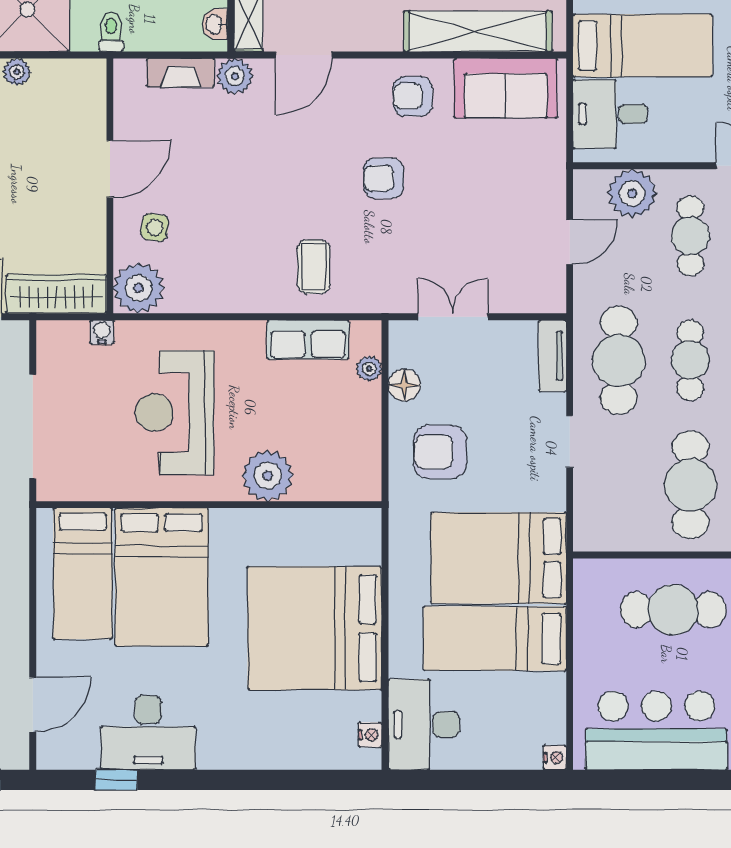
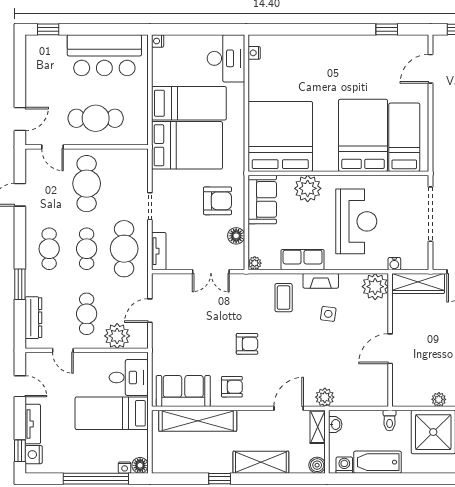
fireplace: (181, 73) -> (321, 281), moved, turned 180
side table: (155, 227) -> (328, 314), moved
row of seats: (308, 340) -> (303, 260), moved
plant: (369, 369) -> (255, 263), moved
sofa: (355, 455) -> (262, 199), added
bed: (315, 628) -> (280, 136), moved, turned -90
desk: (148, 733) -> (370, 54), removed

